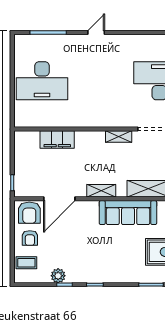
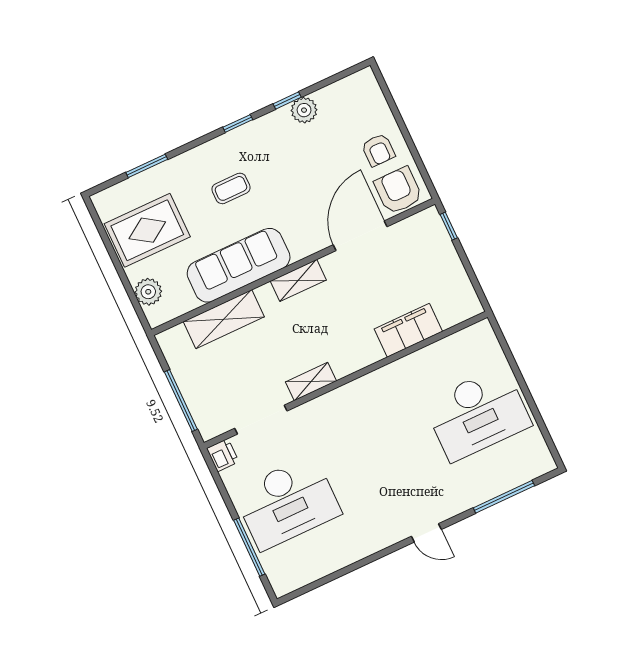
door: (96, 33) -> (426, 533), hinge flipped
desk: (42, 81) -> (477, 414), turned 180
armchair: (30, 238) -> (378, 150), turned 180
coffee table: (26, 263) -> (231, 188), moved

